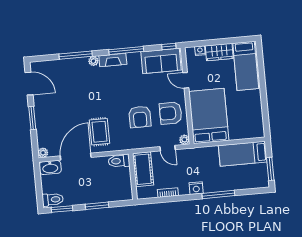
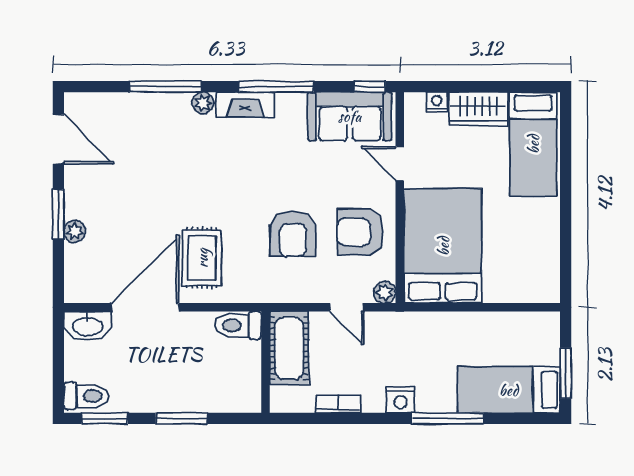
plant: (43, 153) -> (75, 232), moved
bed: (243, 154) -> (509, 390), moved

